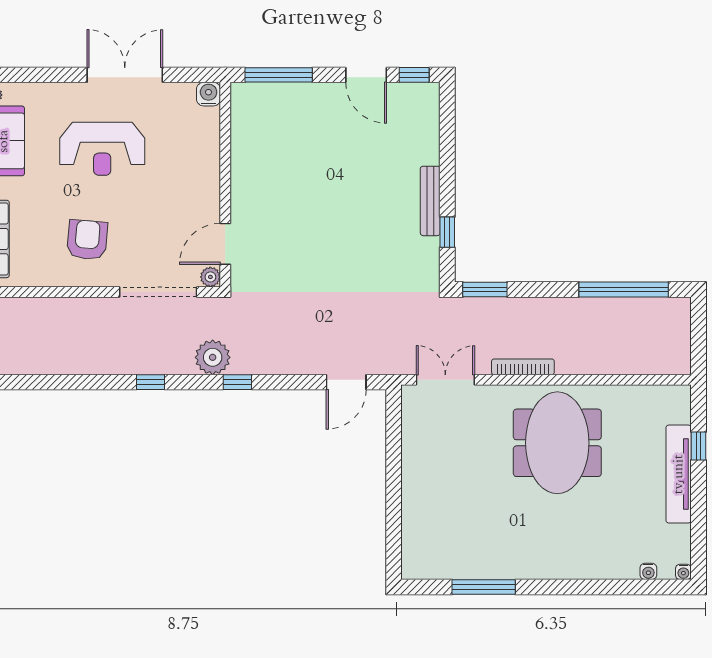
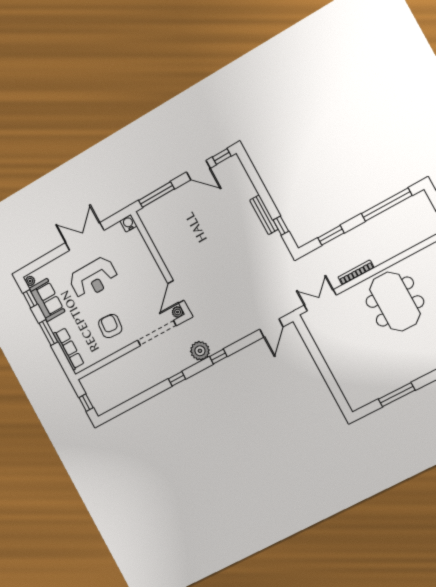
window: (485, 289) -> (331, 235), moved

